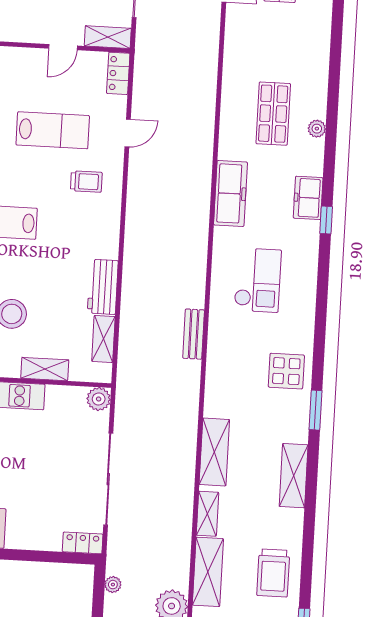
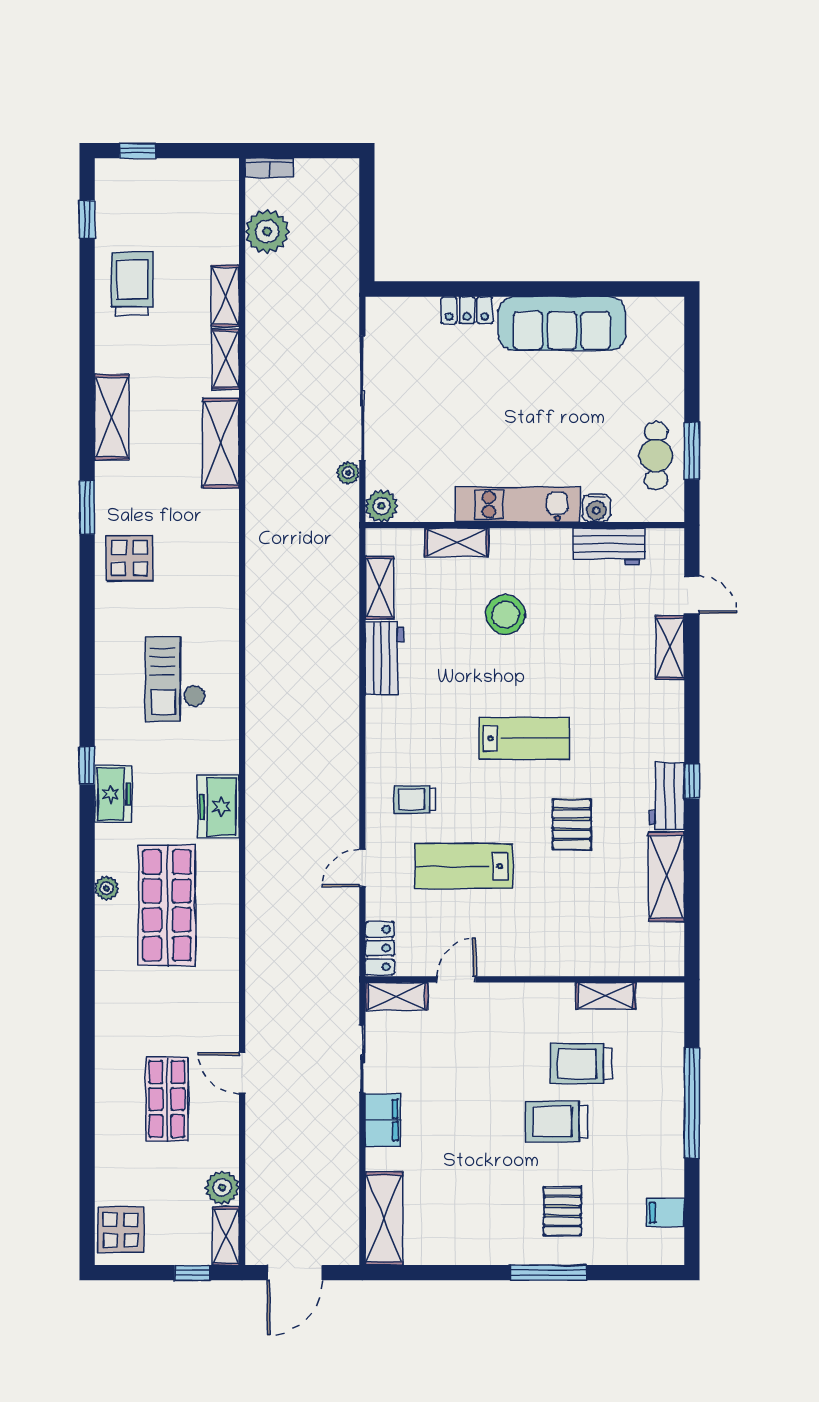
shop shelf: (273, 114) -> (167, 905), width x1.43, depth x1.36
freezer: (230, 193) -> (219, 807), width x0.71
bench: (194, 334) -> (258, 601), removed
locker: (83, 543) -> (467, 310), moved
shelving: (208, 572) -> (225, 296), width x0.67, depth x0.75
plant: (113, 585) -> (348, 473), moved

